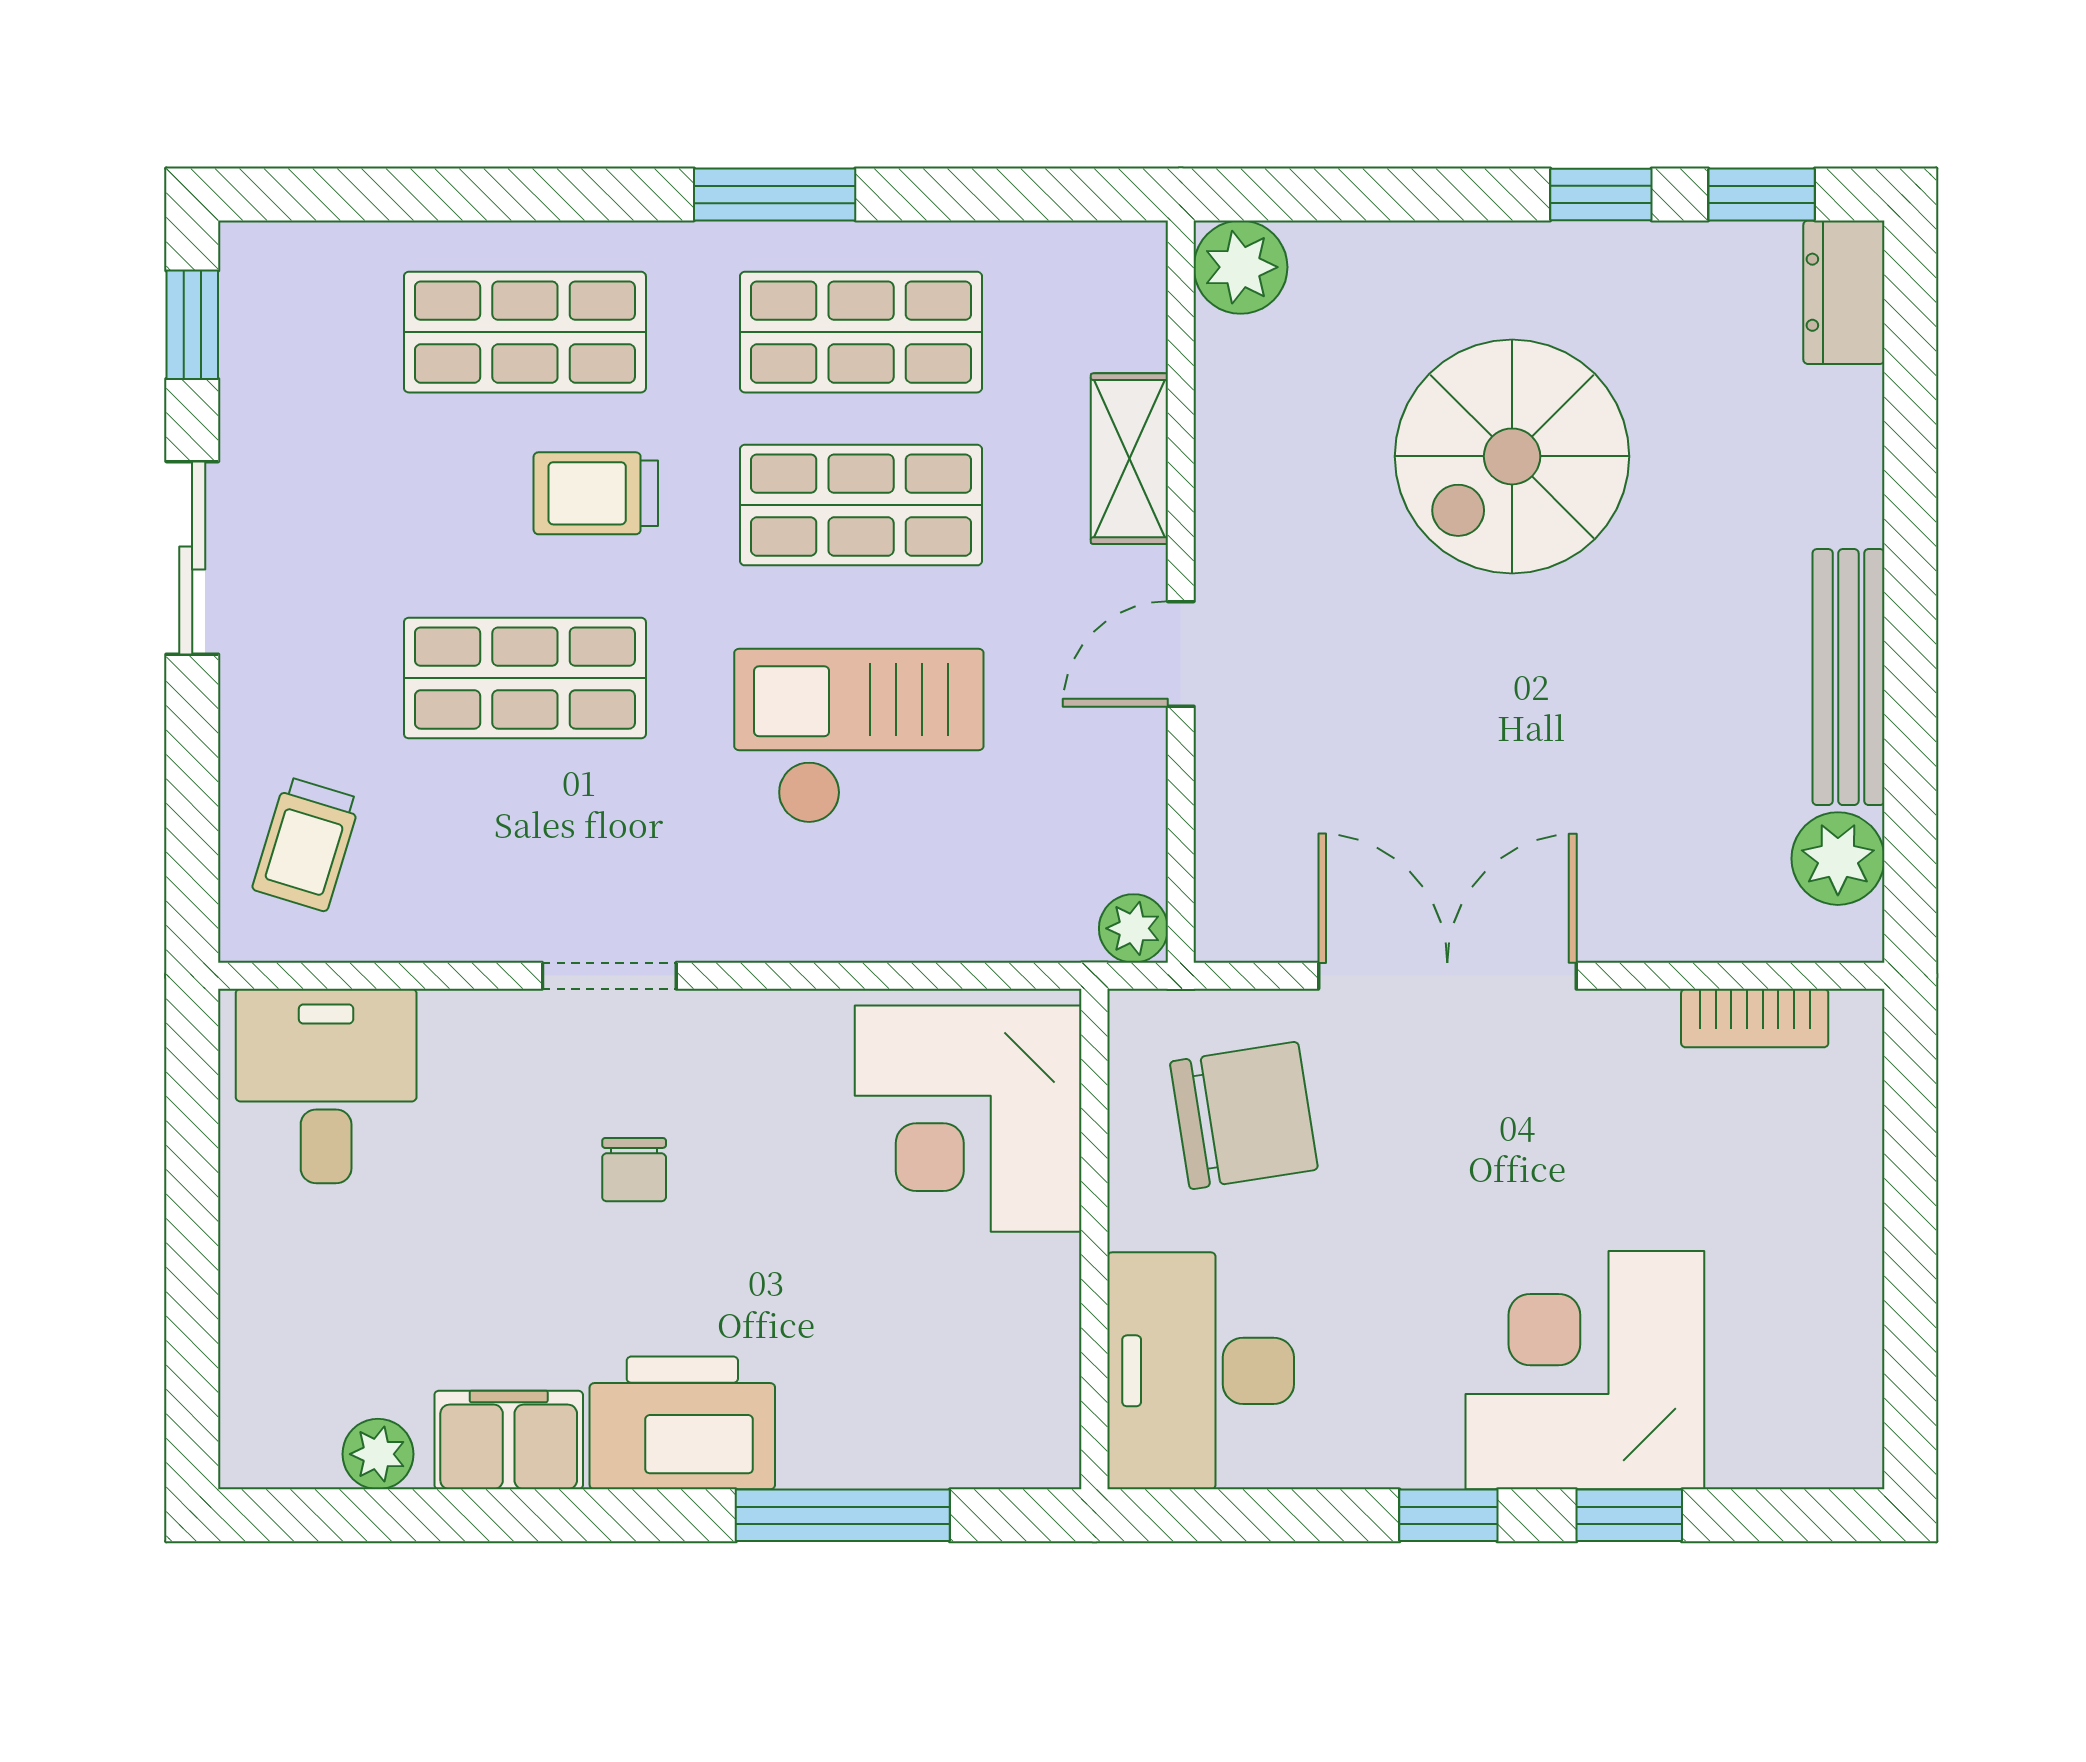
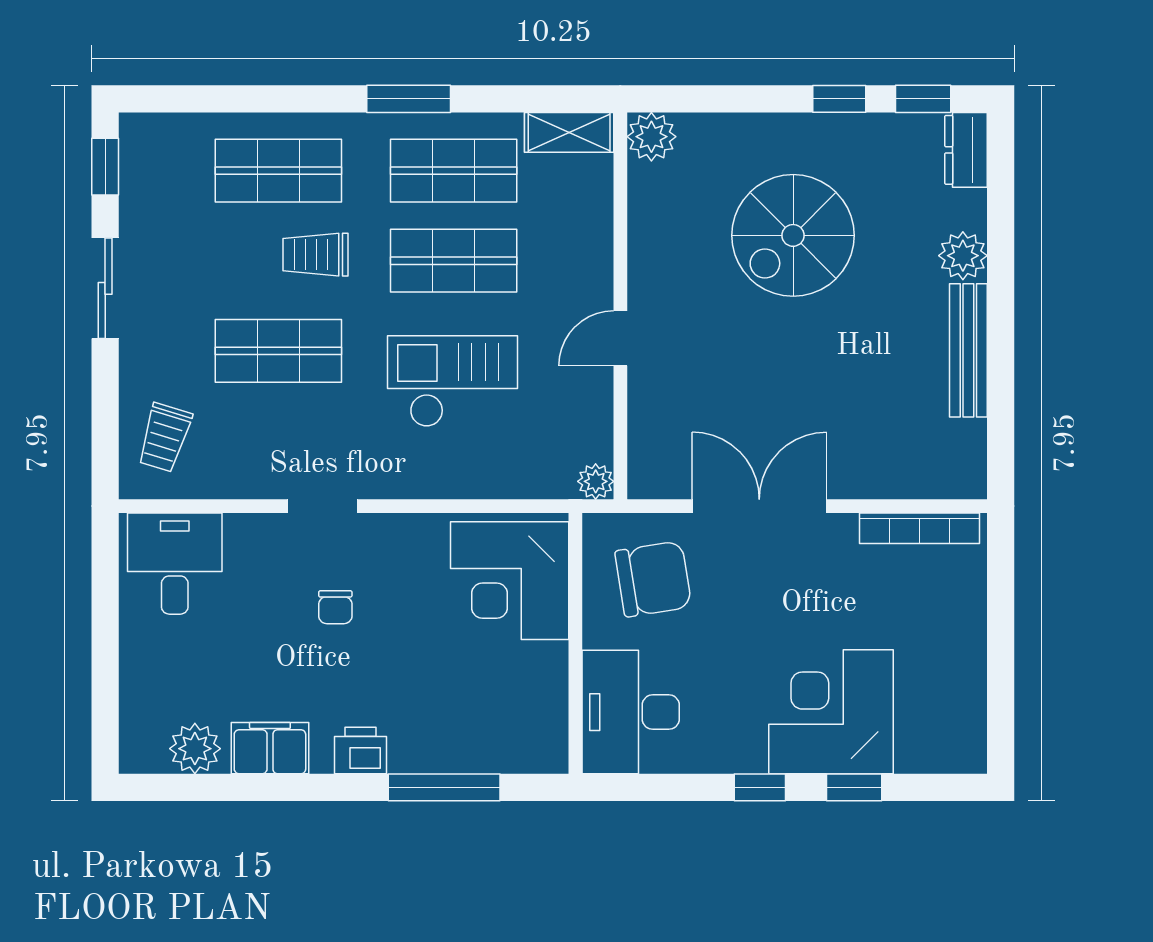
shelving: (1129, 459) -> (569, 132), moved, turned 90
plant: (1838, 859) -> (963, 256), moved
bookcase: (1755, 1018) -> (920, 528), width x1.56
printer: (682, 1423) -> (360, 750), width x0.53, depth x0.68
plant: (378, 1454) -> (195, 749), width x1.38, depth x1.38

